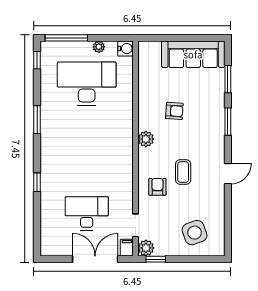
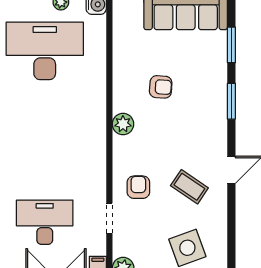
coffee table: (183, 172) -> (189, 187), moved, turned -56
doorway: (135, 225) -> (109, 218), moved

